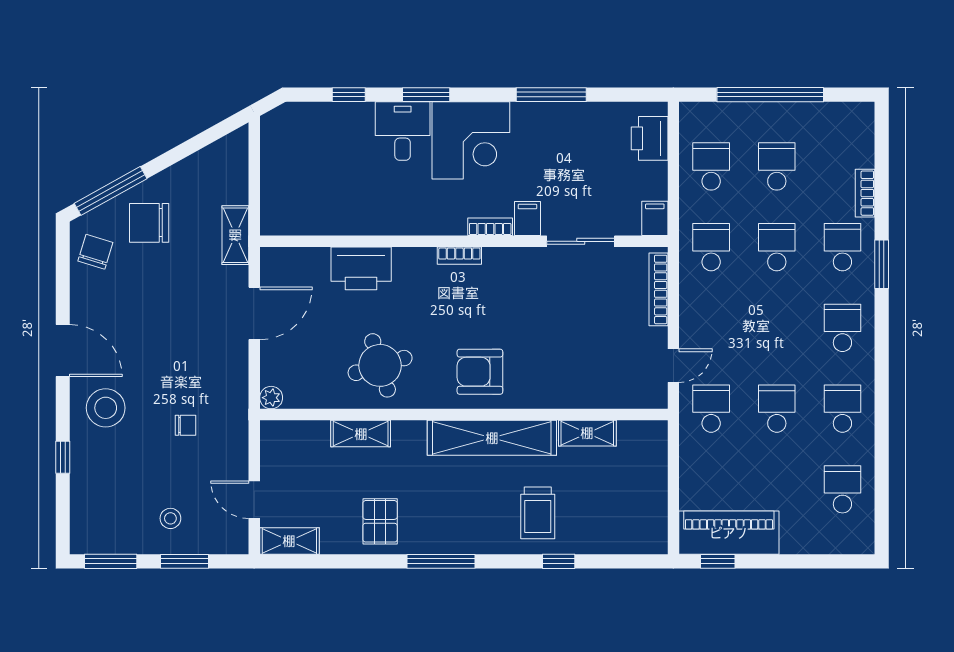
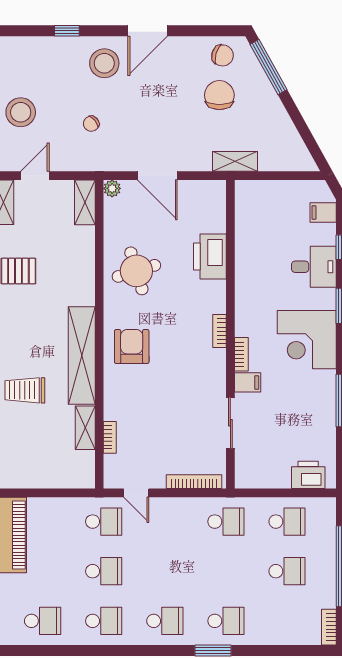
desk: (403, 131) -> (314, 267), moved
bookcase: (865, 193) -> (329, 627), moved, turned -90
filing cabinet: (655, 218) -> (323, 212), moved, turned 180
chair: (149, 223) -> (219, 95), moved
school desk: (777, 247) -> (226, 571), removed
door: (254, 313) -> (157, 176), moved
bookcase: (600, 401) -> (110, 437), added
chair: (186, 425) -> (91, 124), turned 51
shelving: (361, 434) -> (85, 202), moved
stool: (170, 518) -> (21, 112), width x1.89, depth x1.89

